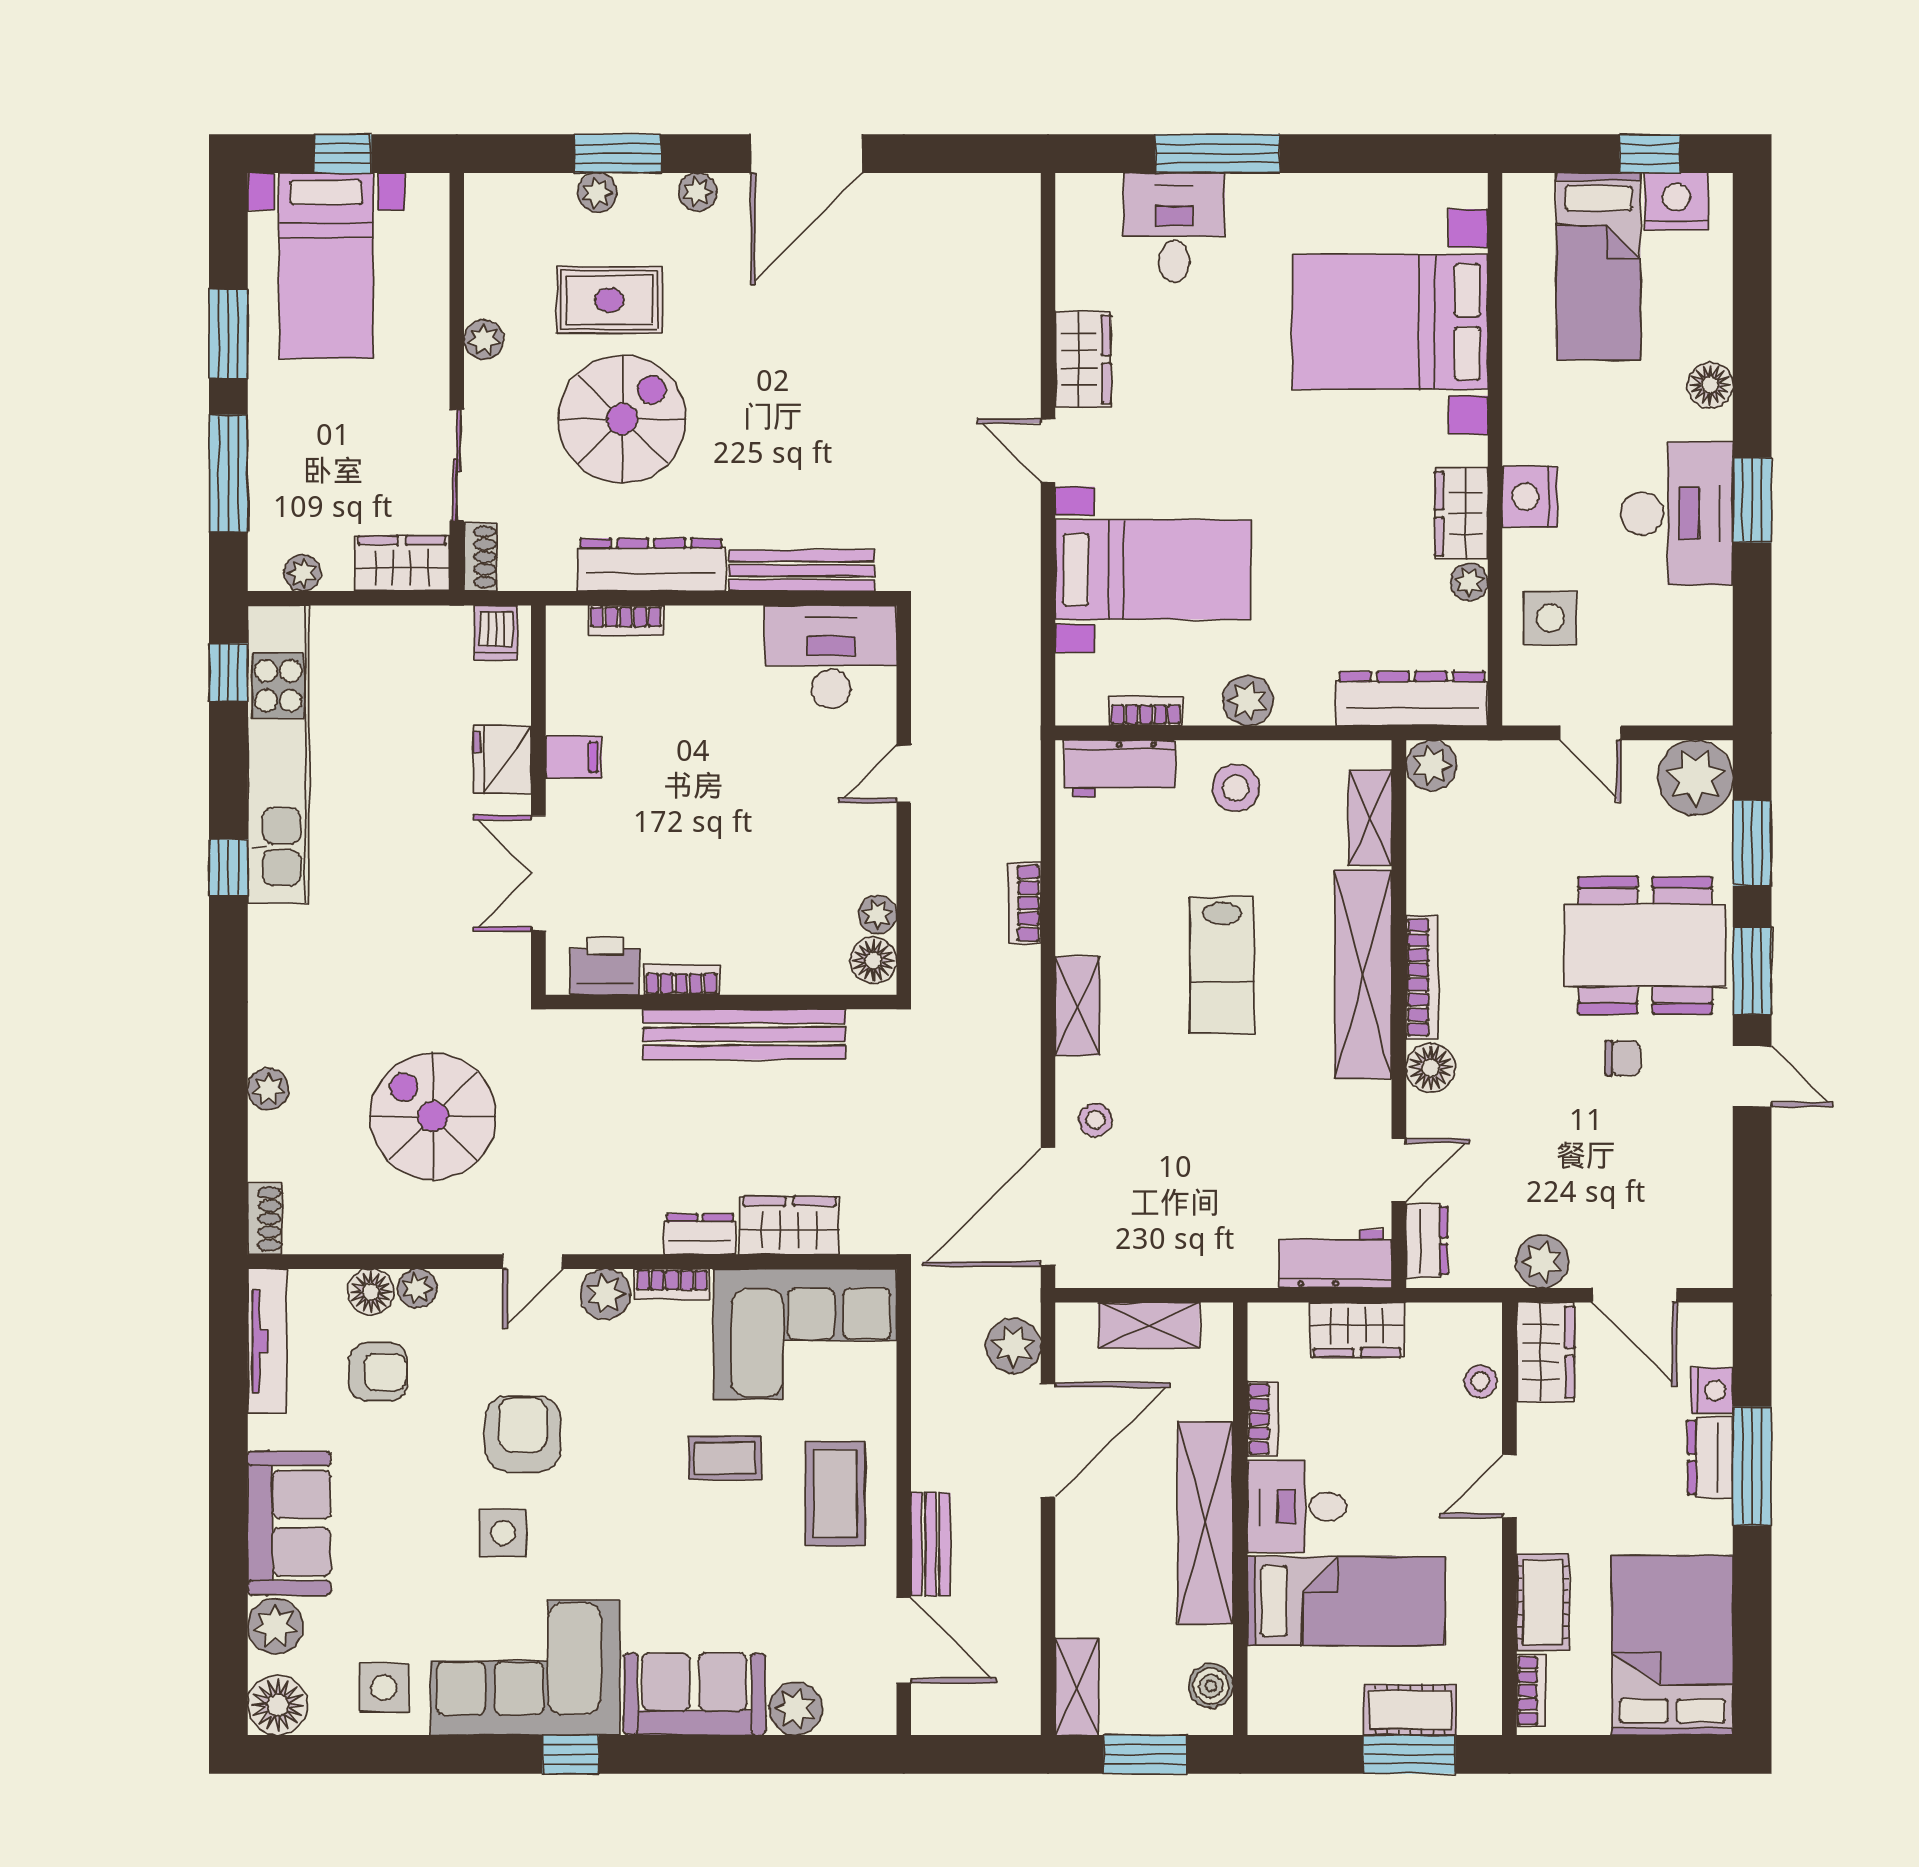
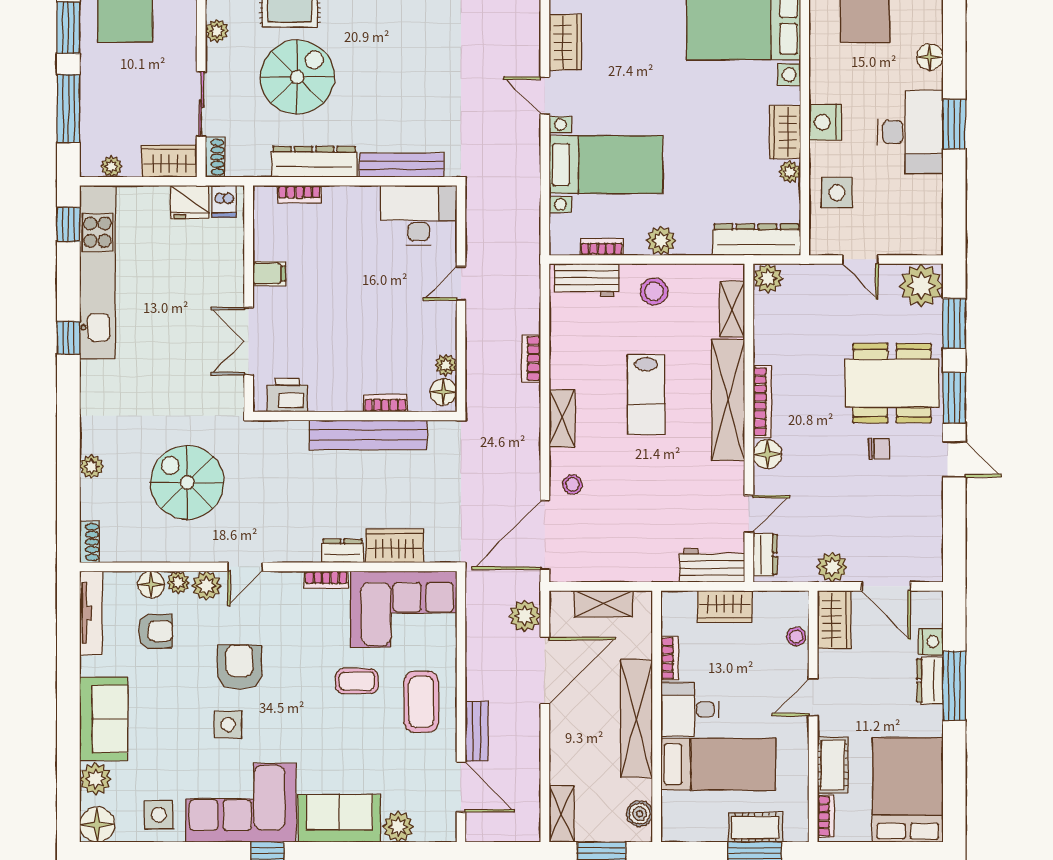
fridge: (502, 759) -> (190, 202), moved, turned -90
bookcase: (681, 980) -> (385, 403), moved
plant: (605, 1294) -> (206, 586), moved

